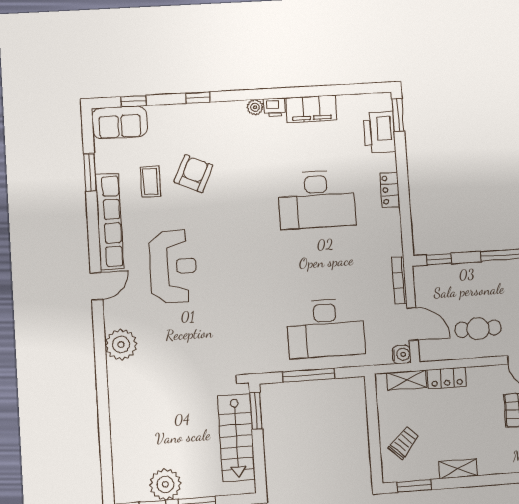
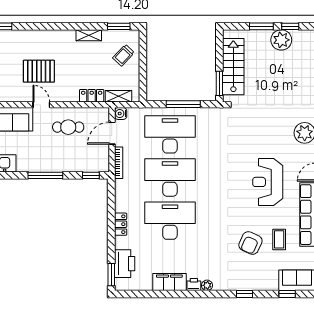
desk: (321, 264) -> (170, 178), added
door: (412, 324) -> (112, 133), hinge flipped

